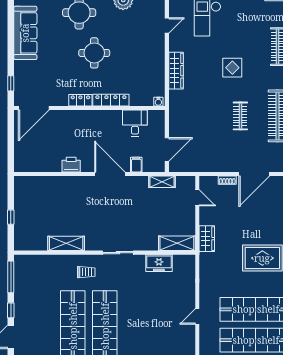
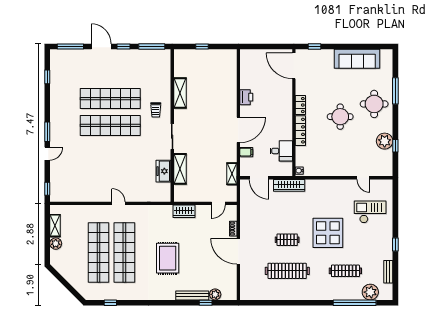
display table: (232, 68) -> (328, 233), width x1.86, depth x1.86
wardrobe: (176, 71) -> (289, 185), moved
shelving: (177, 243) -> (180, 169), moved

